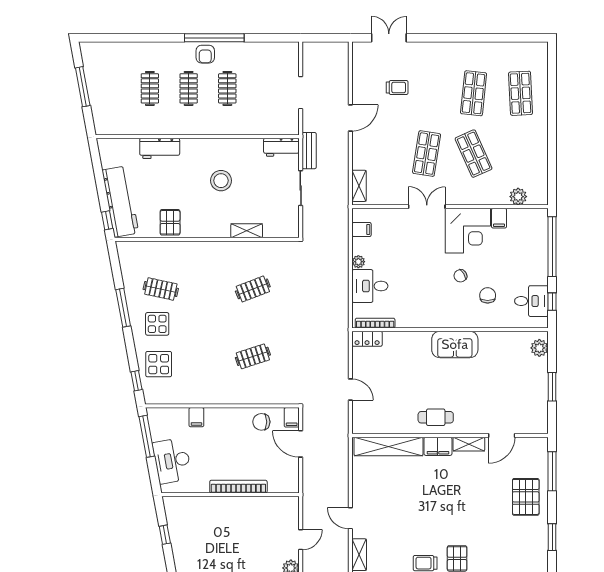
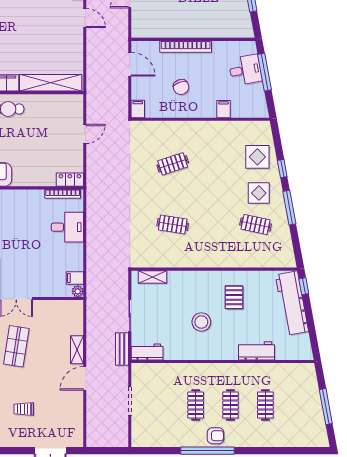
armchair: (205, 54) -> (216, 436), turned 90
trolley: (397, 88) -> (24, 409), moved
shelving: (359, 186) -> (77, 350), moved
pallet: (170, 222) -> (234, 297), moved
shelving: (247, 231) -> (152, 277), moved
plant: (358, 262) -> (78, 291), moved
clothes rail: (253, 289) -> (173, 224), turned 30
window: (137, 381) -> (282, 168), moved
door: (350, 390) -> (85, 134), swing flipped
chair: (261, 422) -> (181, 87), moved, turned 70
window: (147, 436) -> (265, 72), moved
door: (301, 444) -> (130, 64), moved
desk: (172, 461) -> (245, 70), width x0.73

